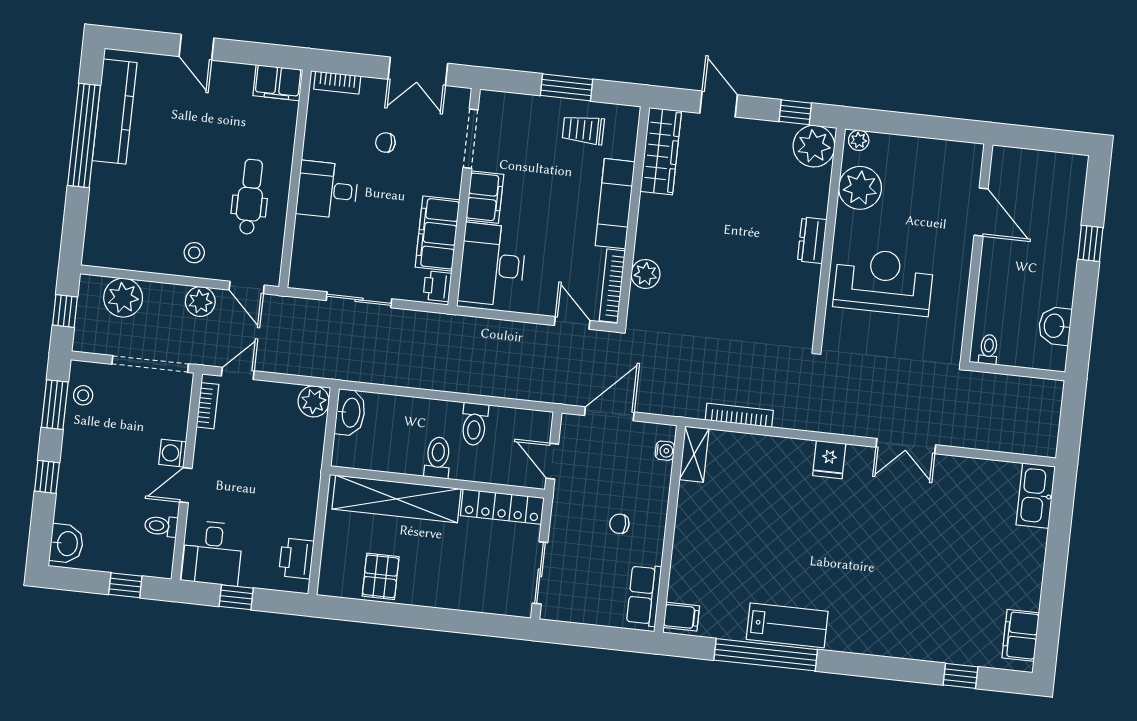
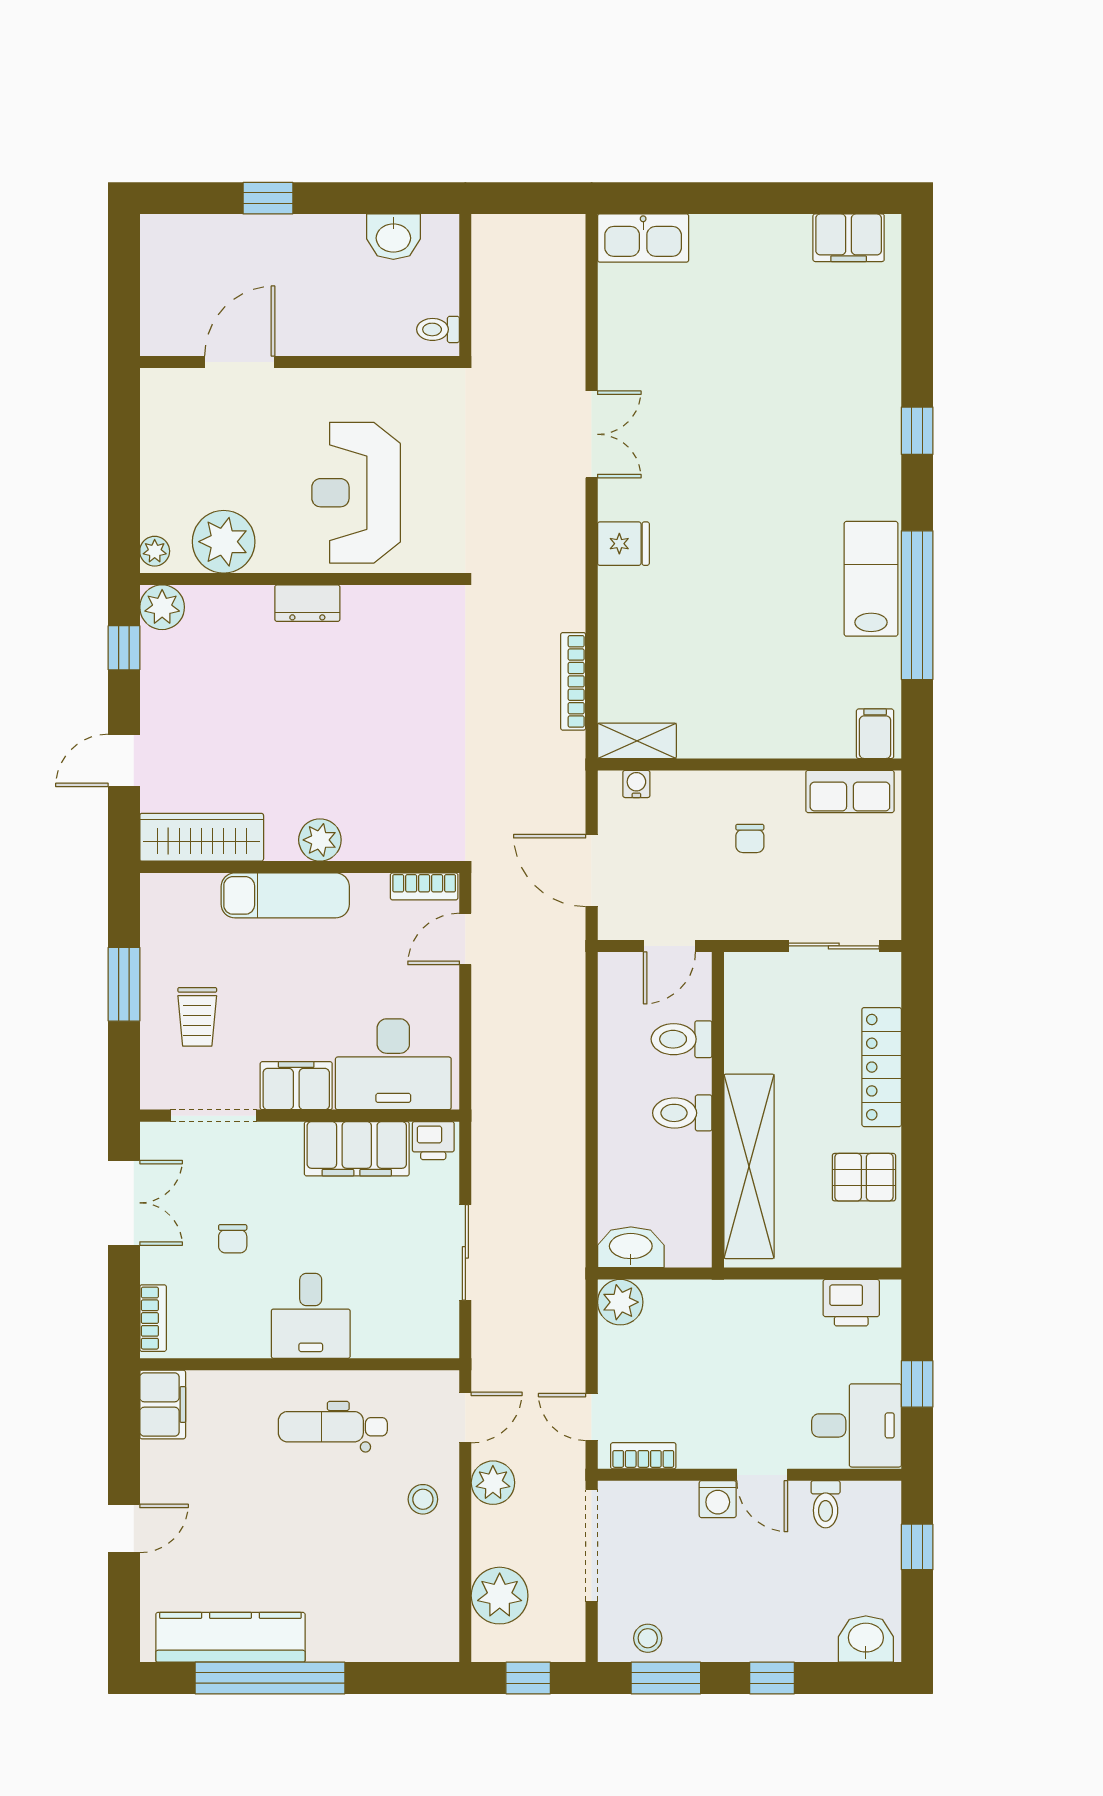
trolley: (583, 130) -> (197, 1017), moved
plant: (814, 146) -> (162, 607), width x0.73, depth x0.73
plant: (646, 274) -> (320, 840), moved
bookcase: (612, 286) -> (424, 886), width x0.64
toilet: (474, 424) -> (682, 1039), moved, turned 180
locker: (502, 507) -> (882, 1067), moved, turned 180
window: (960, 676) -> (917, 431), moved

